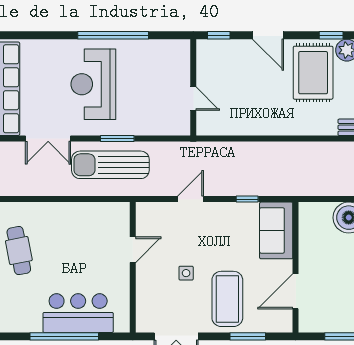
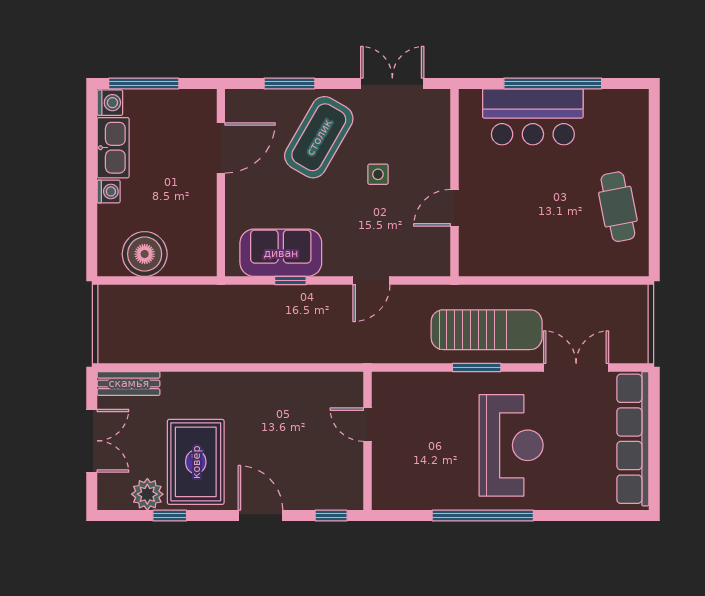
sofa: (276, 230) -> (281, 253), moved, turned -90
coffee table: (227, 299) -> (319, 137), turned 30

